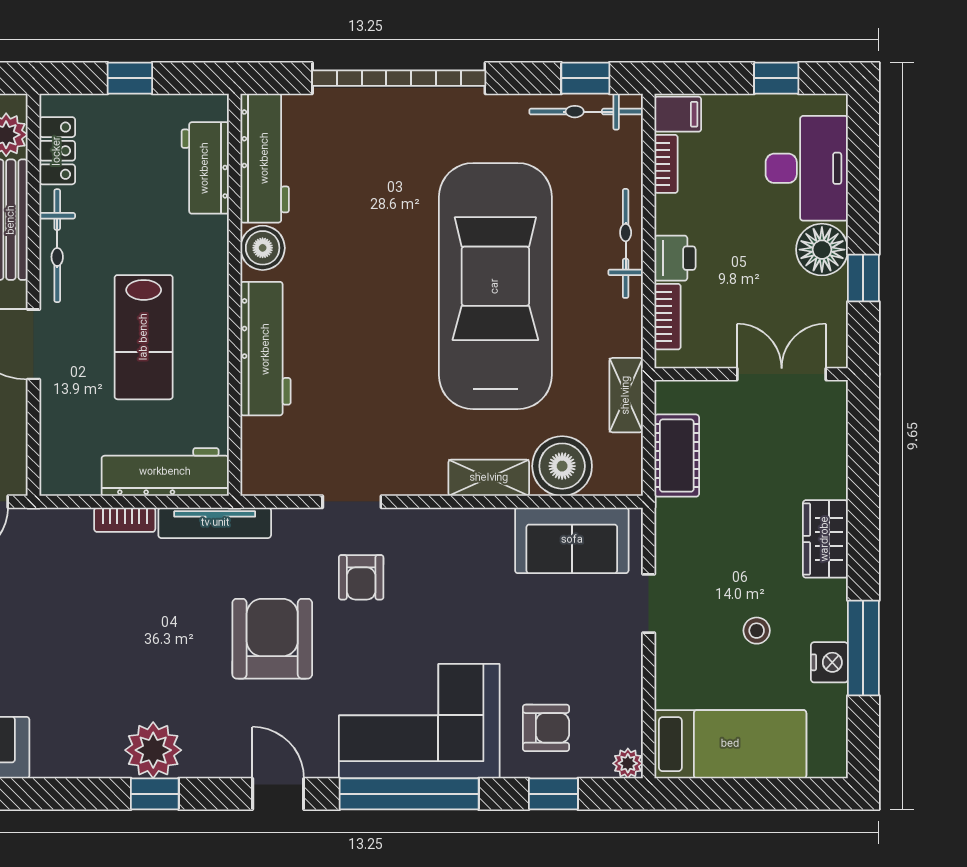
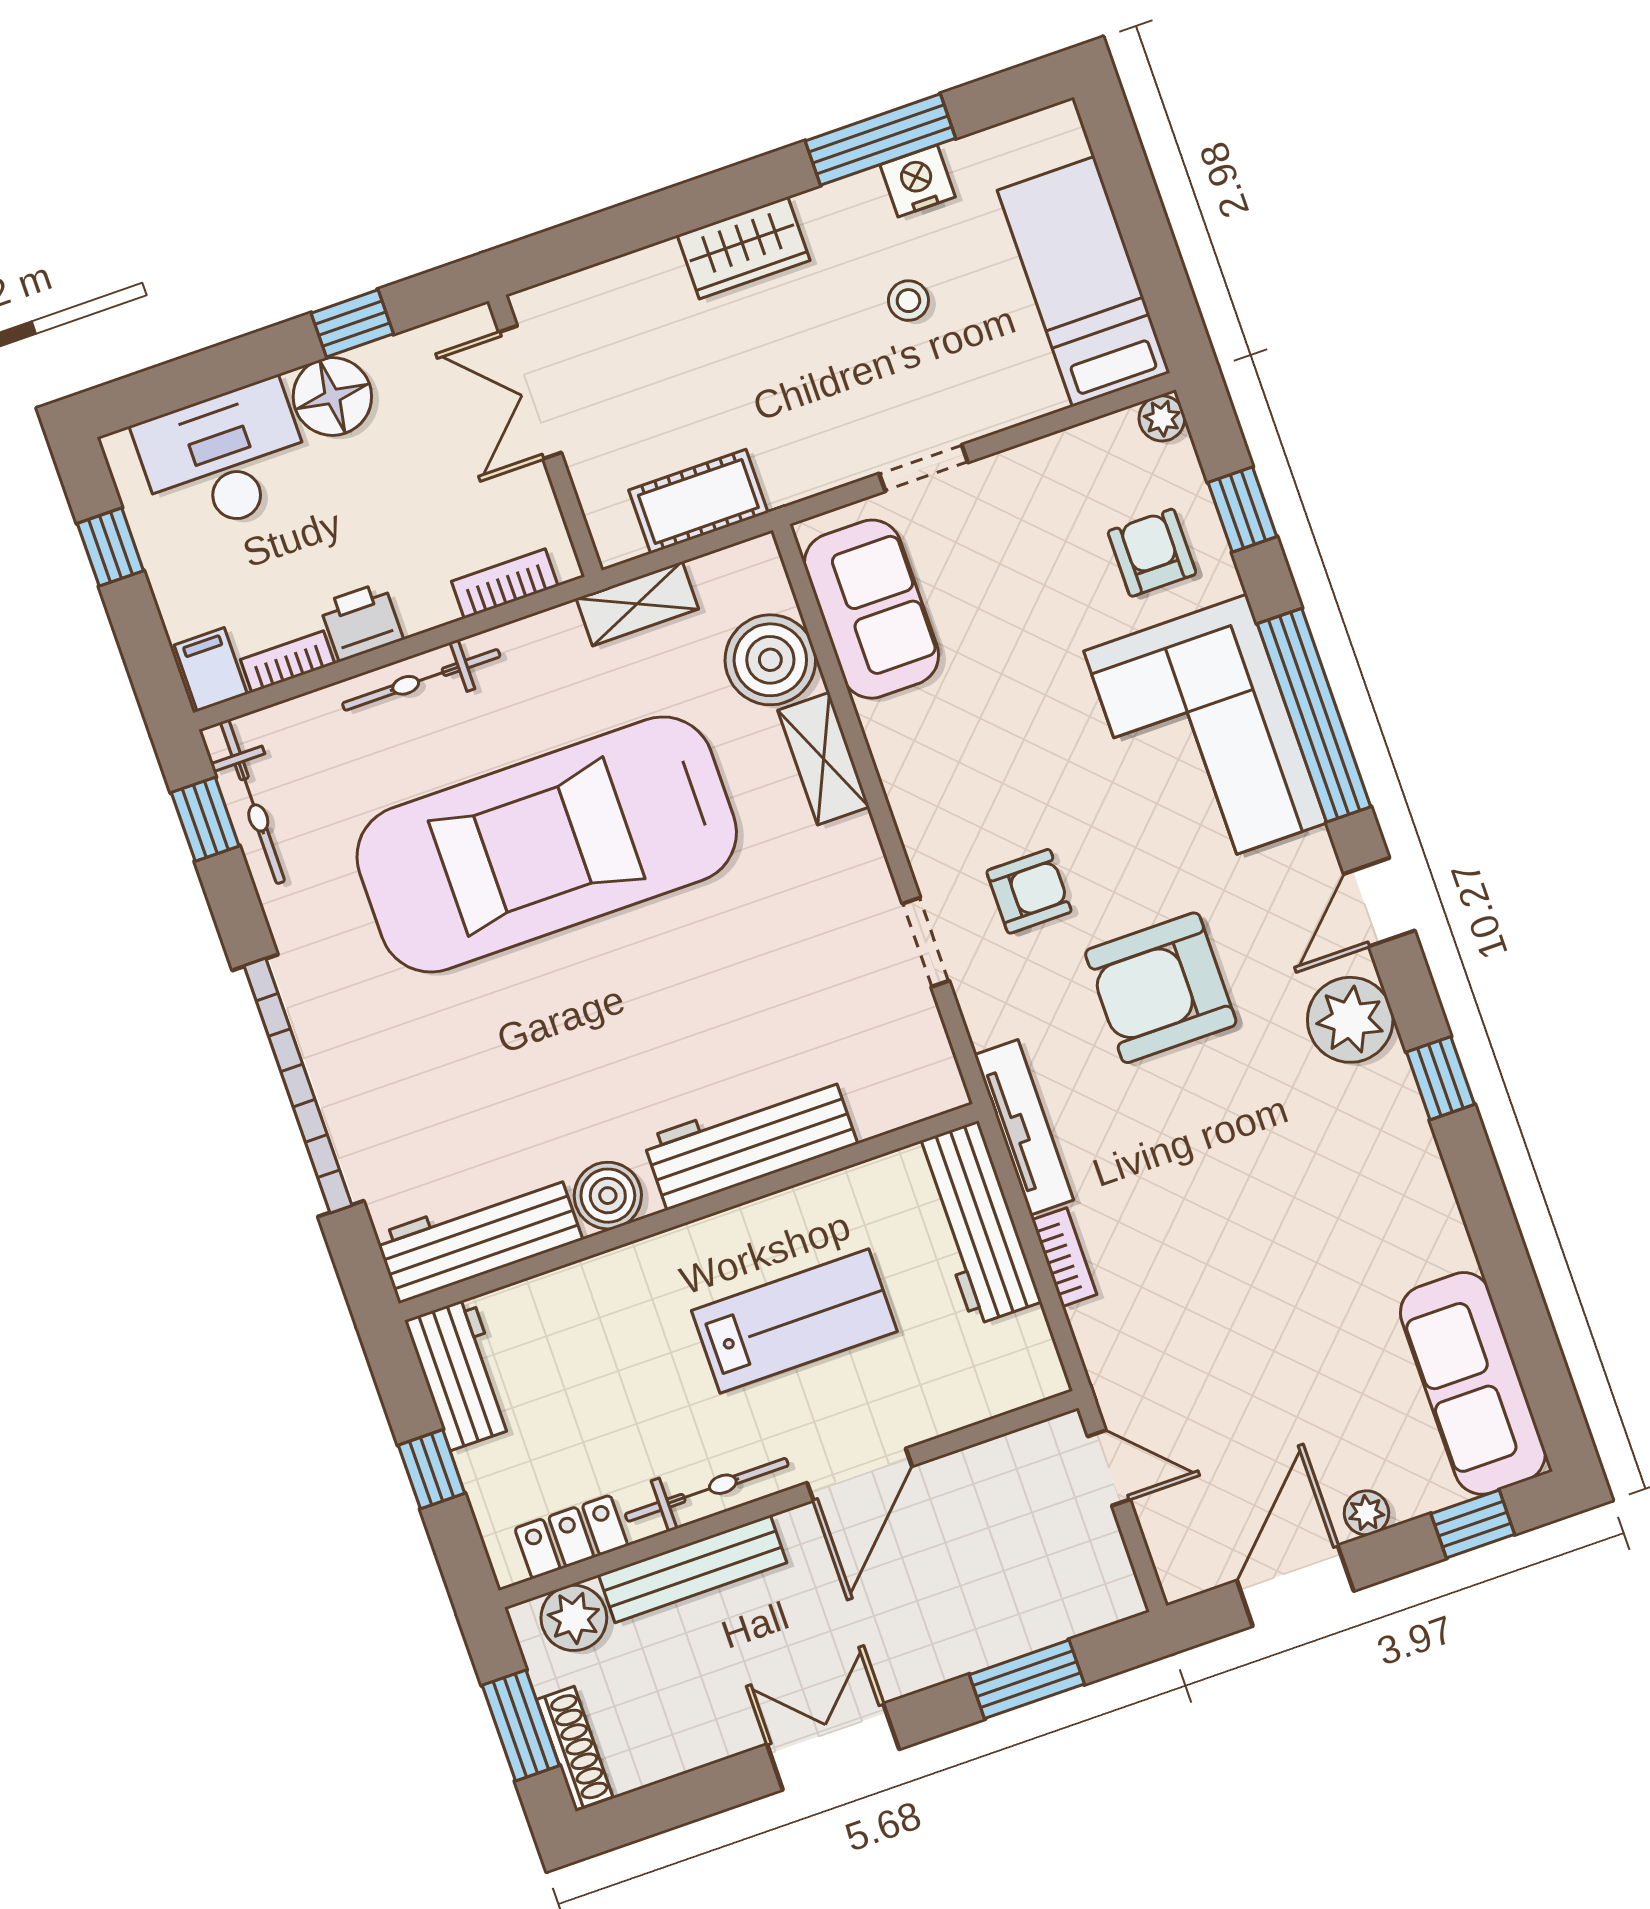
workbench: (205, 168) -> (461, 1374), moved, turned -90
printer: (675, 258) -> (361, 622), moved
plant: (153, 750) -> (1350, 1020), moved

